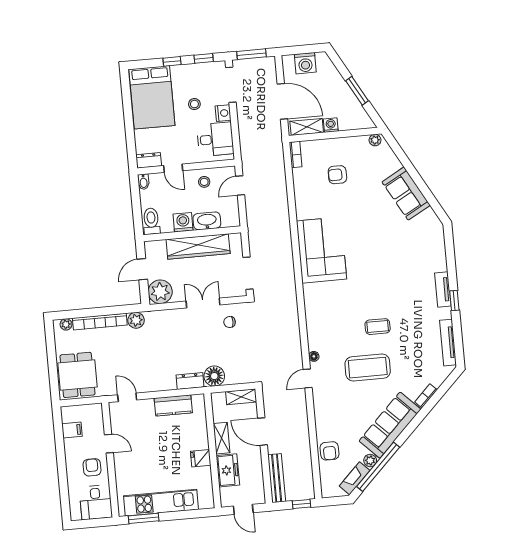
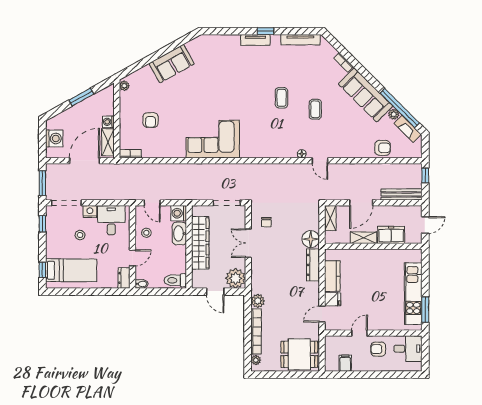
window: (172, 61) -> (42, 270), moved
bed: (152, 97) -> (71, 270), width x0.67
washing machine: (183, 222) -> (179, 213), moved
coffee table: (368, 368) -> (315, 109), width x0.54, depth x0.58
dresser: (190, 381) -> (313, 265), width x1.44
fridge: (201, 458) -> (333, 299), moved, turned -90

